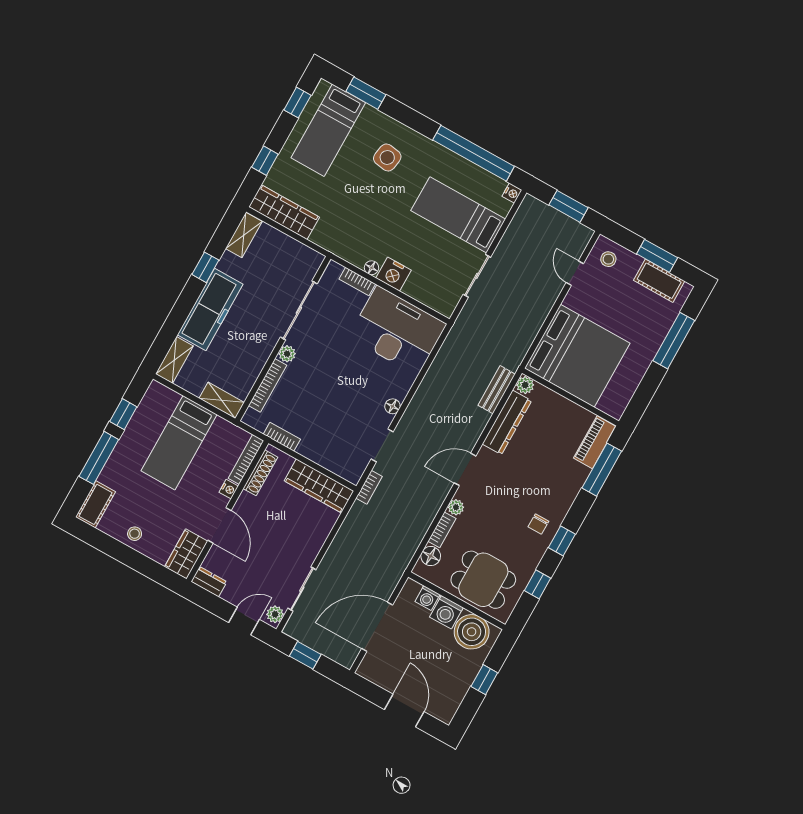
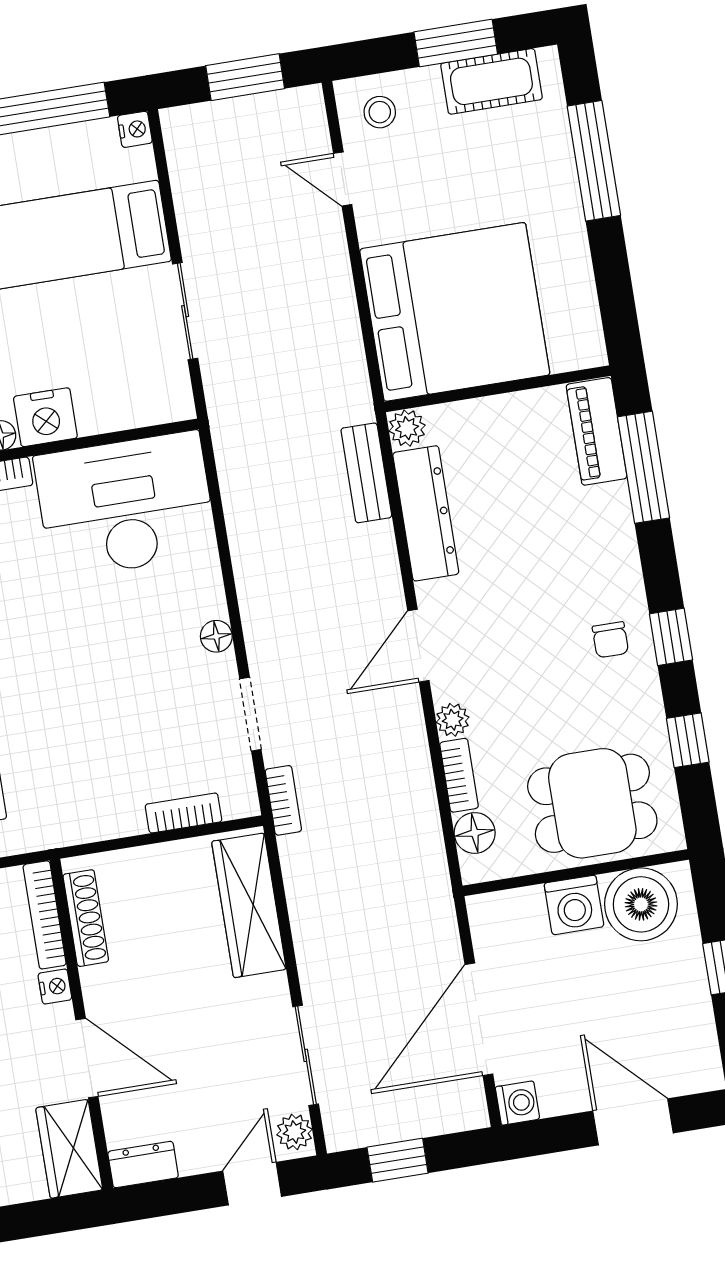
bookcase: (282, 437) -> (183, 813), moved
wardrobe: (319, 486) -> (249, 905), moved, turned 90
washing machine: (428, 598) -> (518, 1103), moved, turned -90

